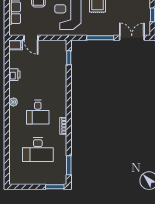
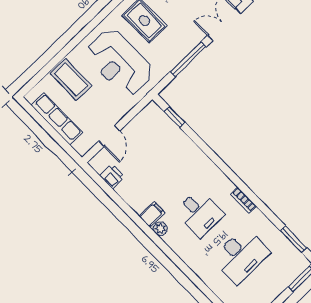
door: (31, 38) -> (109, 136), hinge flipped
filing cabinet: (16, 45) -> (152, 214), moved
printer: (14, 75) -> (112, 176), moved

